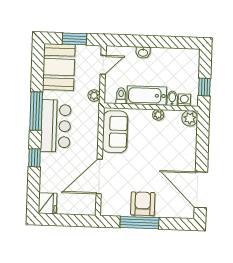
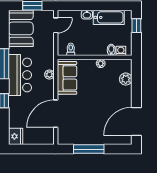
window: (204, 87) -> (136, 26), moved
plant: (94, 95) -> (49, 75), moved
bathtub: (147, 95) -> (109, 17), moved, turned 180
plant: (190, 118) -> (126, 79), moved
door: (201, 190) -> (136, 121), hinge flipped
armchair: (143, 204) -> (91, 134), removed

